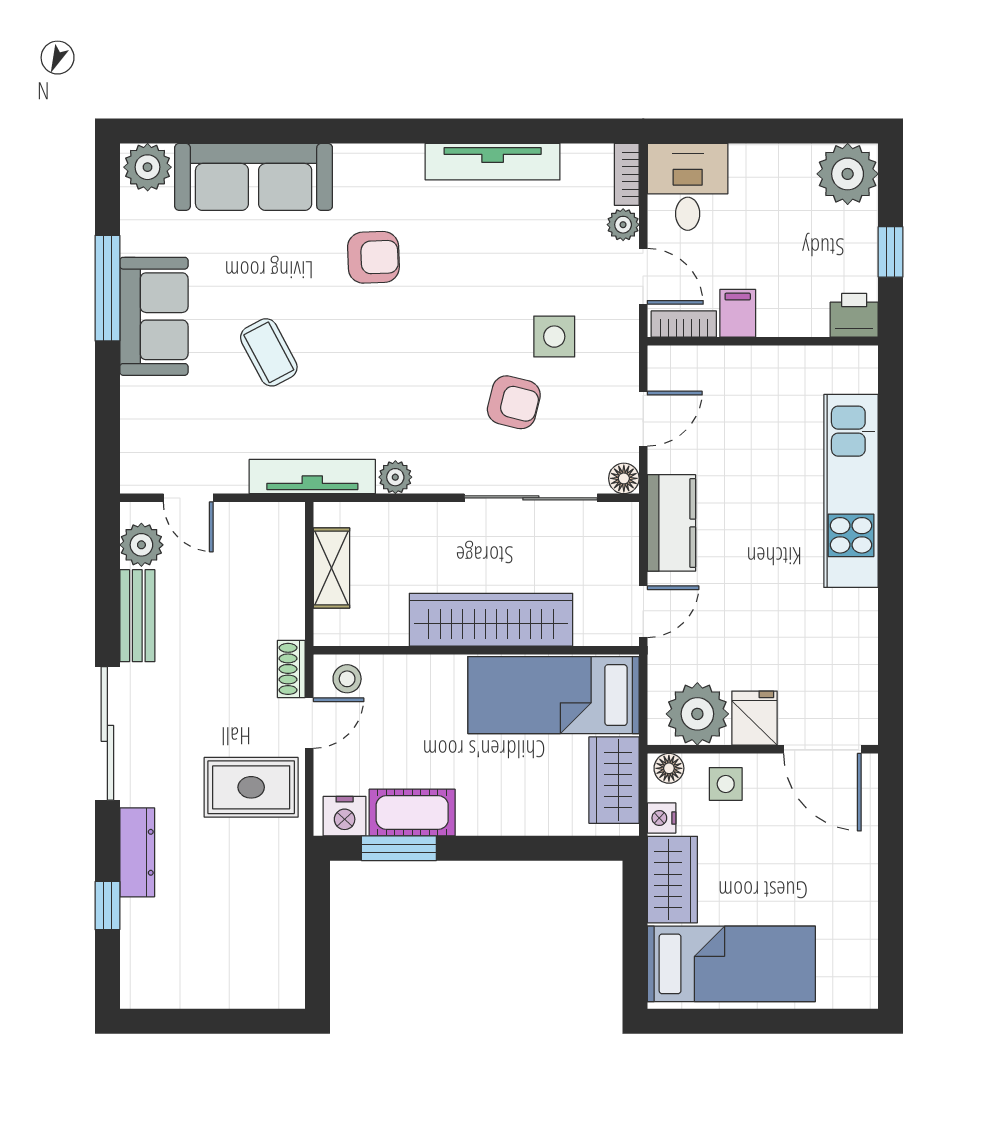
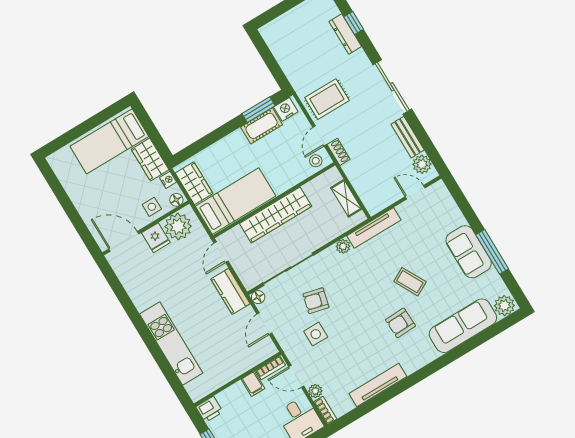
coffee table: (269, 352) -> (410, 282), moved
dresser: (137, 852) -> (345, 34), moved

